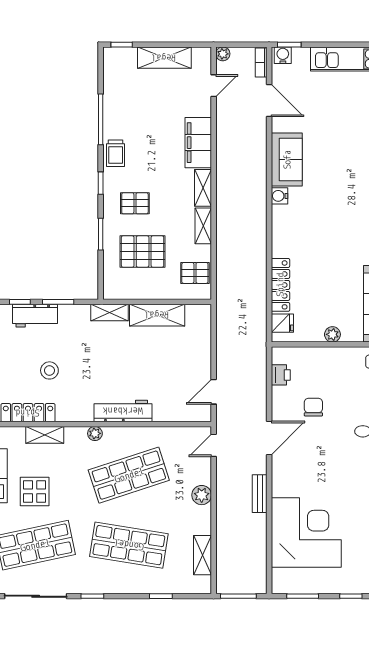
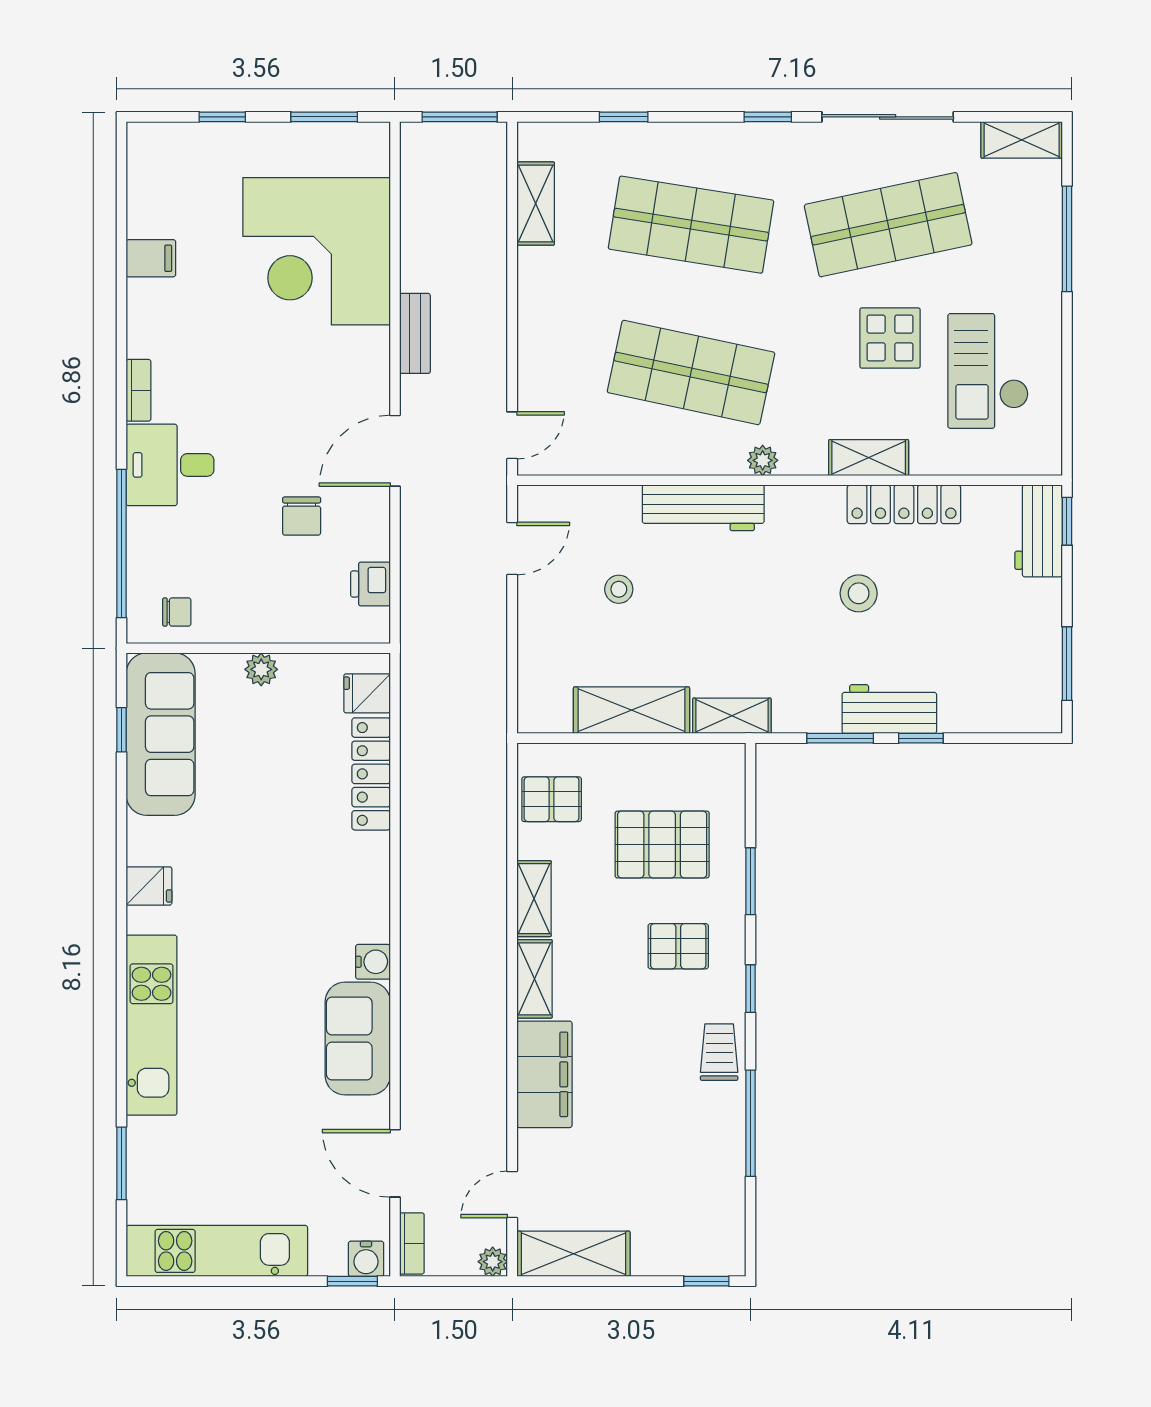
shelving: (164, 58) -> (573, 1254), moved
stool: (163, 372) -> (619, 589), added
shop shelf: (129, 475) -> (691, 372), turned 30
plant: (202, 495) -> (537, 330), removed

